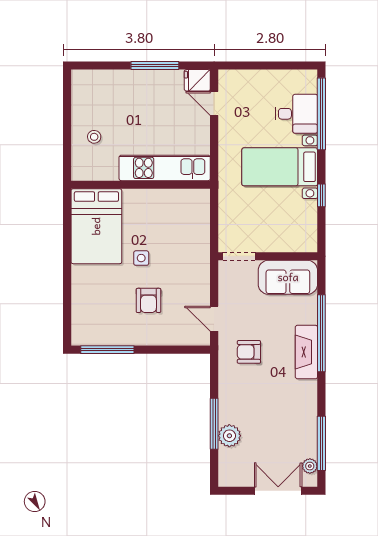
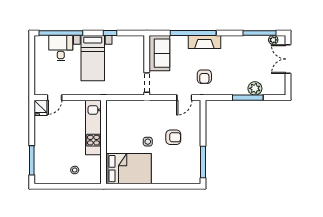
window: (155, 66) -> (32, 160), moved

